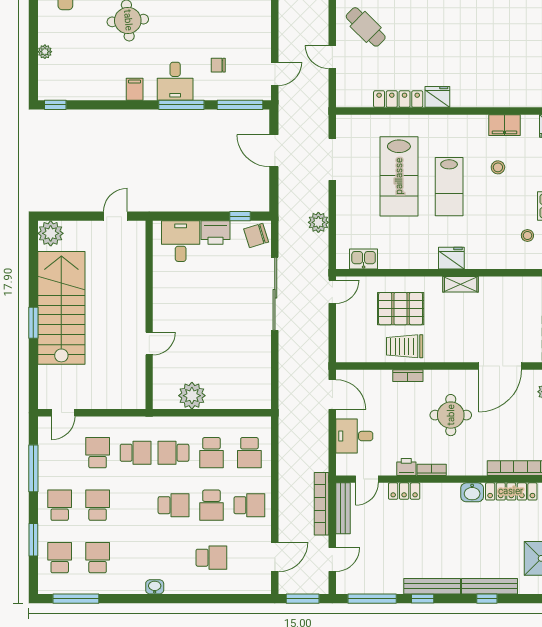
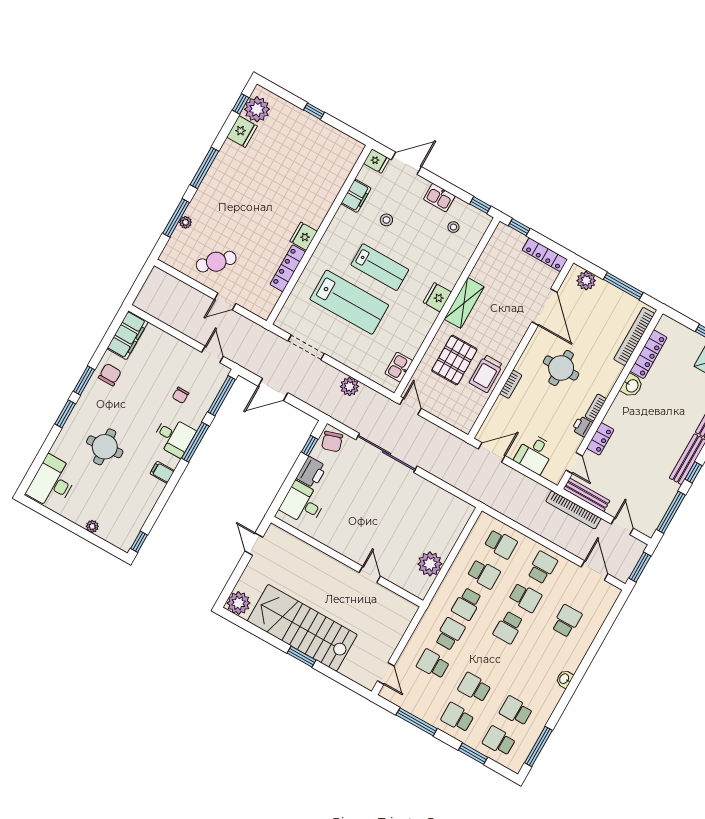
shelving: (461, 284) -> (464, 303), width x1.50, depth x1.33
school desk: (174, 505) -> (508, 627), turned 180

